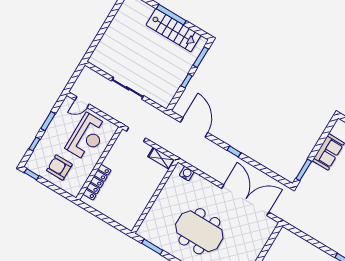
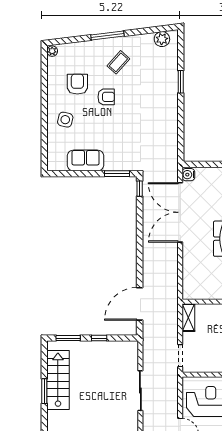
window: (171, 15) -> (44, 391), width x0.69
window: (234, 151) -> (140, 189), moved
water cooler: (187, 174) -> (188, 175), moved

